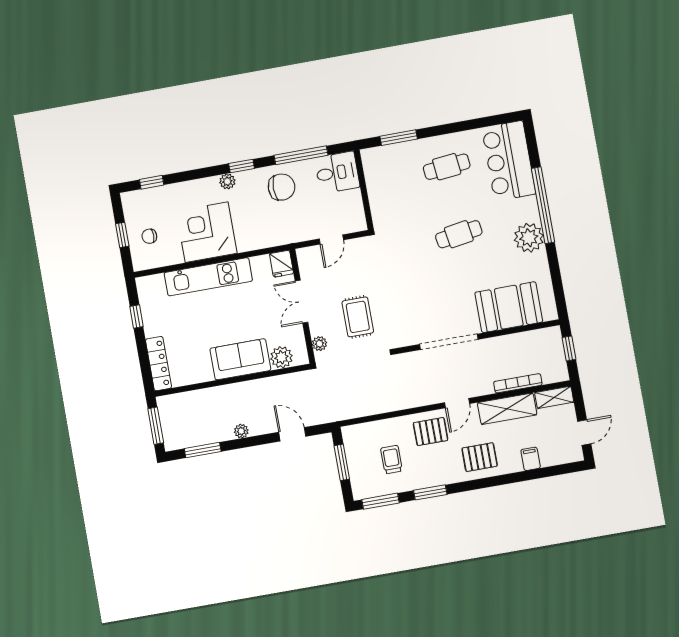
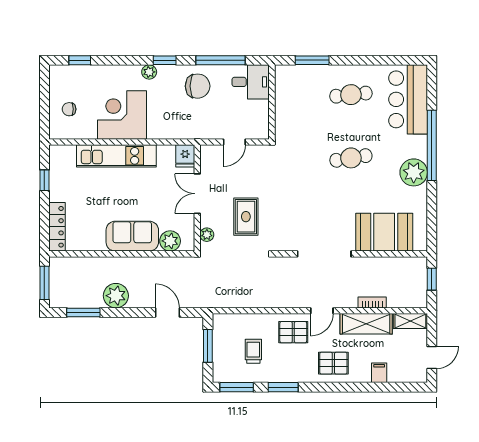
window: (122, 235) -> (44, 104), removed
bookcase: (518, 383) -> (372, 303), width x0.64
plant: (241, 431) -> (116, 296), width x1.88, depth x1.88

